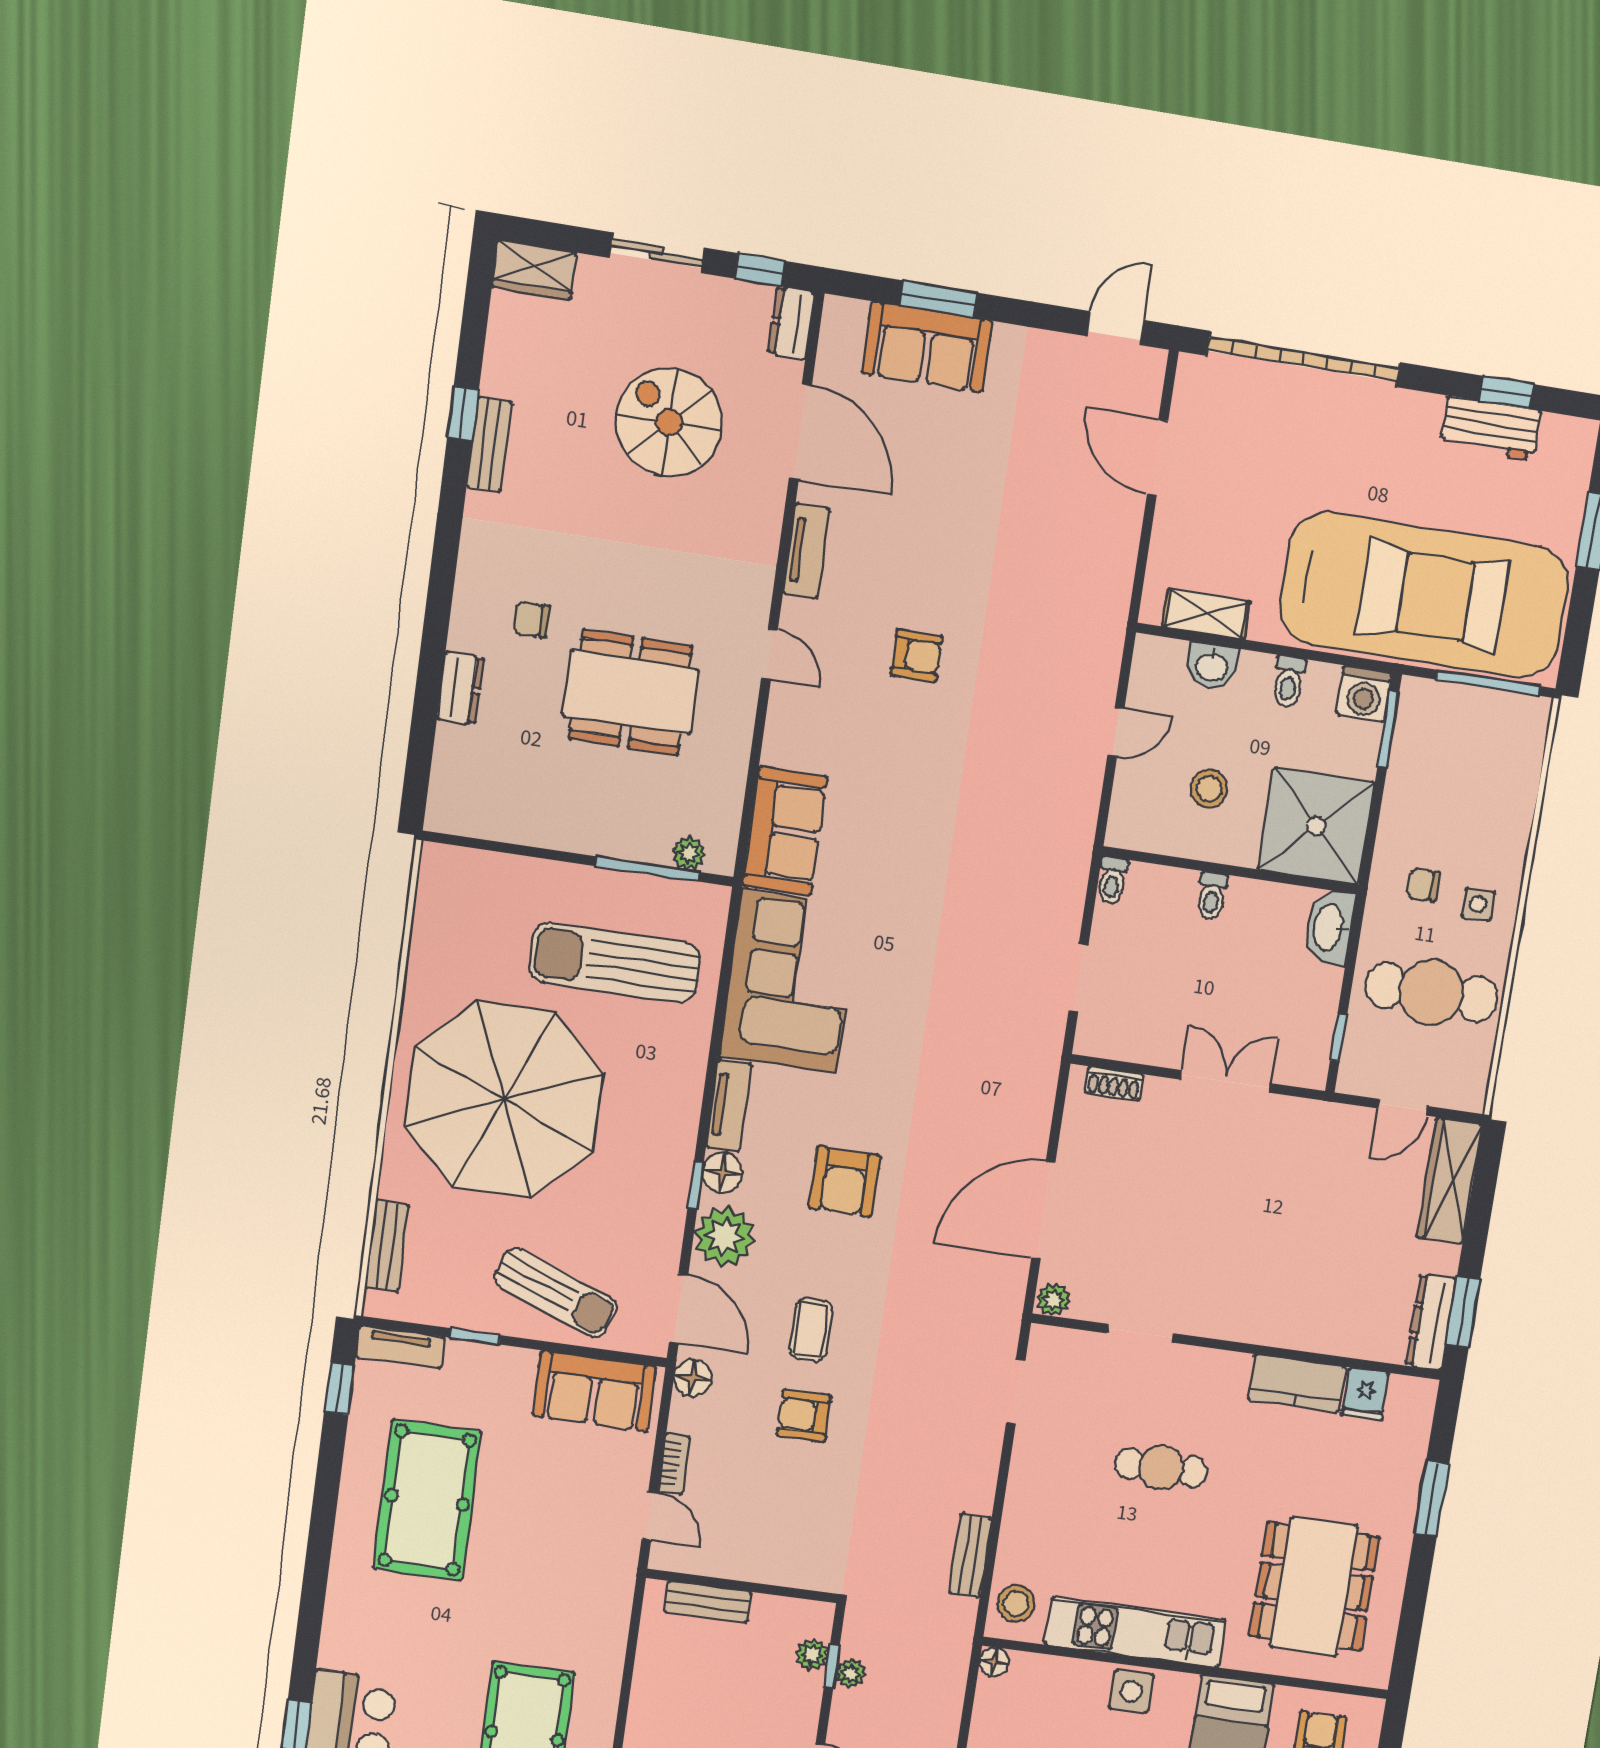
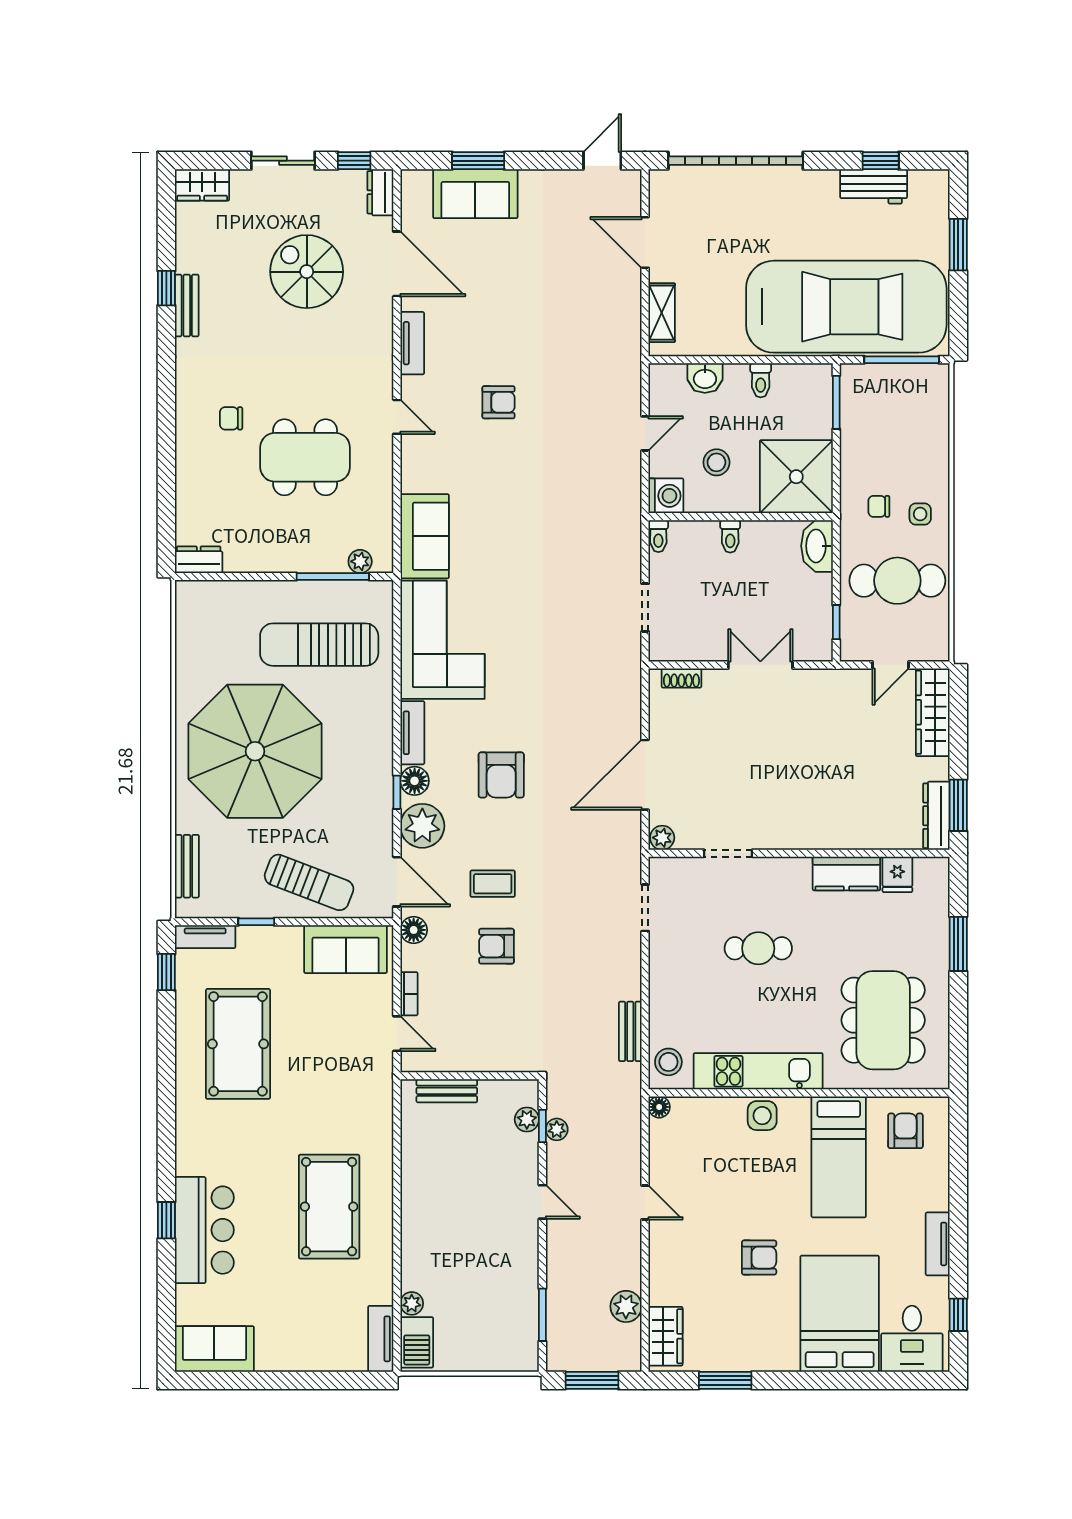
shelving: (1206, 614) -> (662, 313), moved, turned 90
dresser: (460, 688) -> (199, 560), moved, turned -90
washing machine: (1364, 694) -> (666, 496), moved, turned -90
coffee table: (811, 1330) -> (493, 884), turned 90

